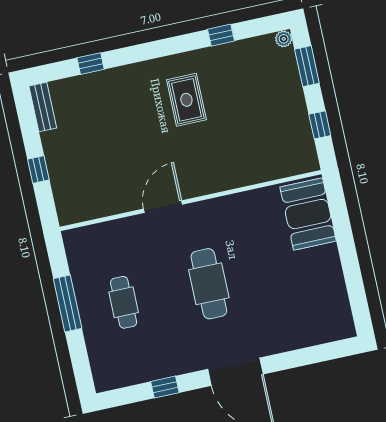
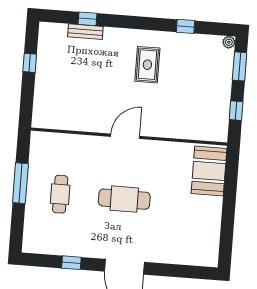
bench: (43, 107) -> (85, 32), moved, turned 90
window: (38, 170) -> (30, 63), moved
door: (163, 207) -> (125, 136), moved
cafe table: (209, 284) -> (124, 199), turned 90

